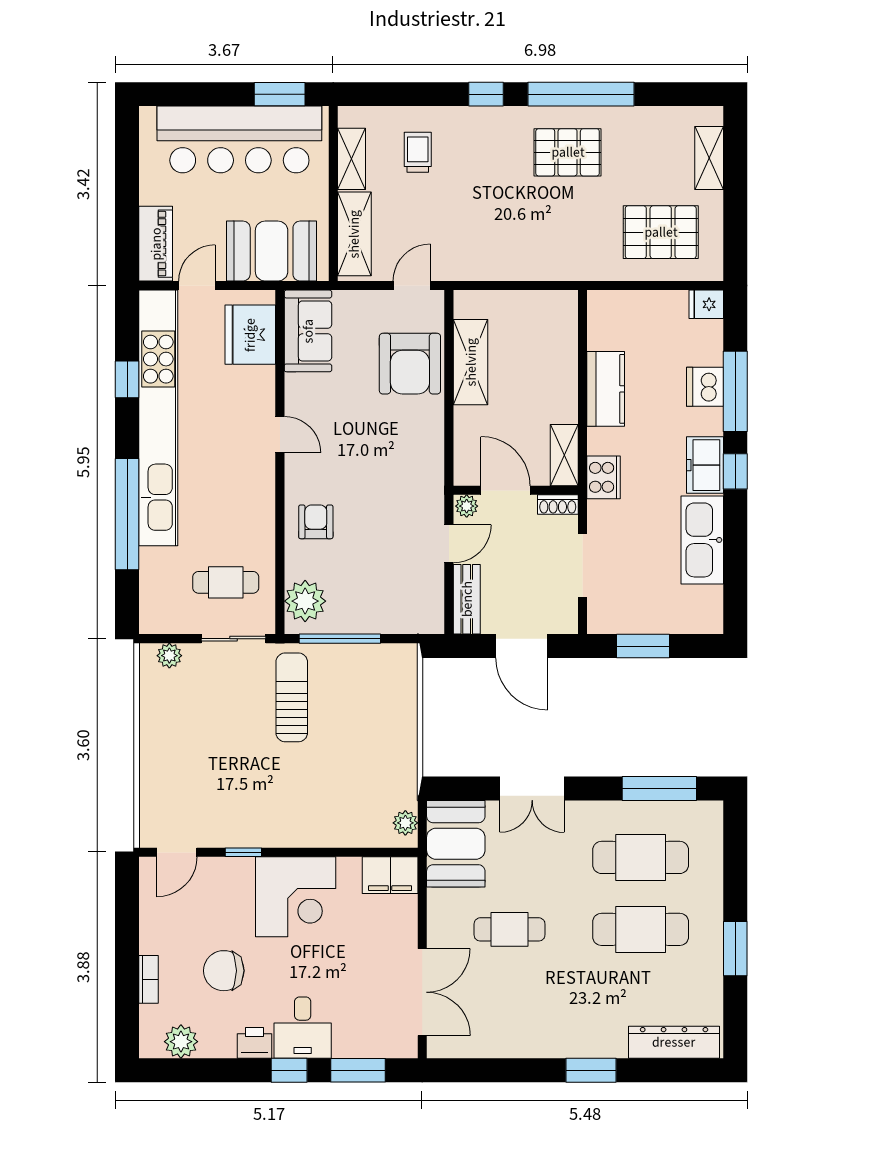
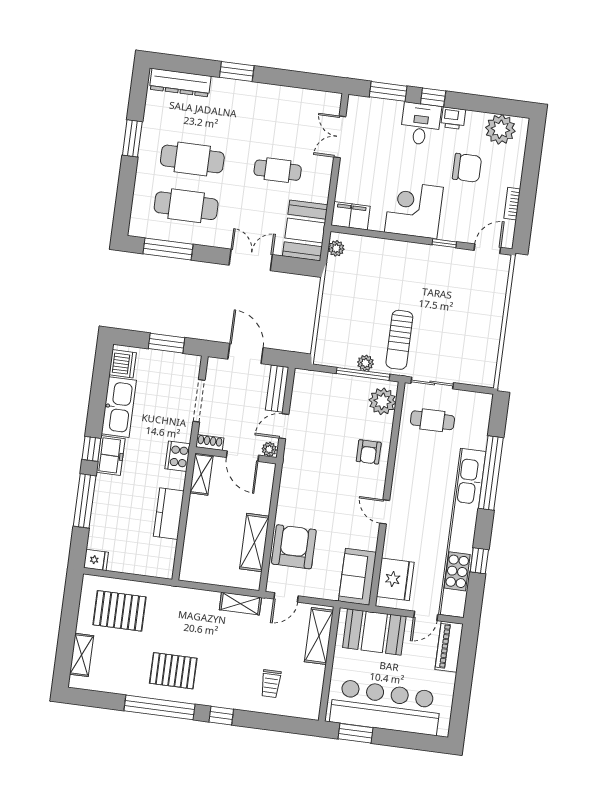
shelving: (351, 159) -> (240, 604), moved, turned 90
dishwasher: (705, 387) -> (123, 364), moved
plant: (169, 656) -> (365, 363), moved
bookcase: (148, 979) -> (512, 204), moved
double door: (422, 992) -> (340, 137), width x0.73
plant: (181, 1042) -> (500, 129), width x1.36, depth x1.36

